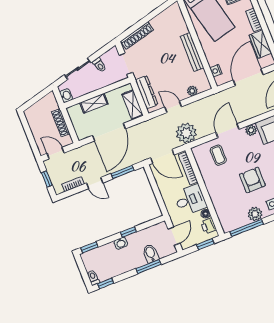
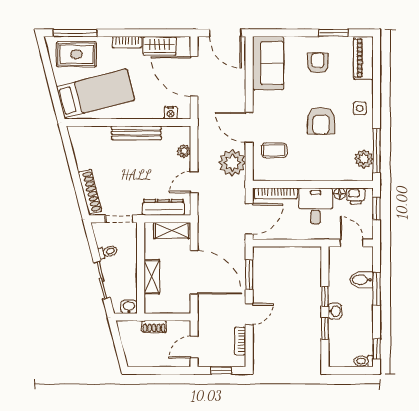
shoe rack: (61, 123) -> (154, 326), width x0.70
plant: (251, 130) -> (260, 99), removed
plant: (186, 133) -> (232, 163), moved
armchair: (252, 180) -> (321, 121), turned -90
plant: (255, 214) -> (364, 159), moved
window: (89, 247) -> (325, 328), moved

